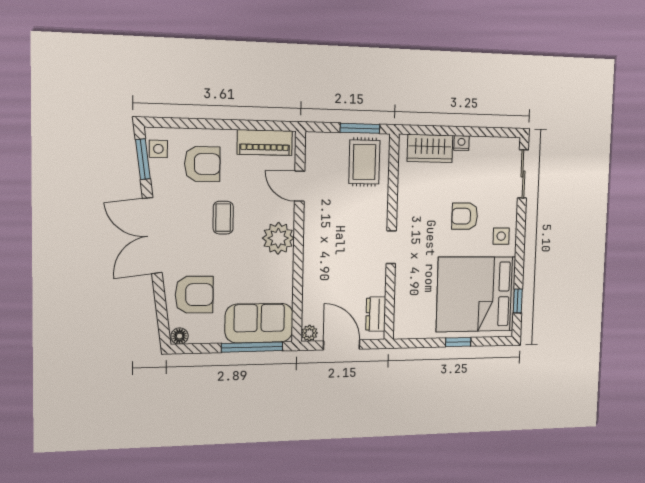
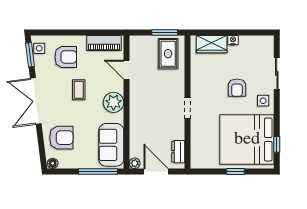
sliding door: (523, 174) -> (277, 73), moved
armchair: (465, 216) -> (237, 88), turned -90
sofa: (259, 323) -> (111, 145), moved, turned -90

